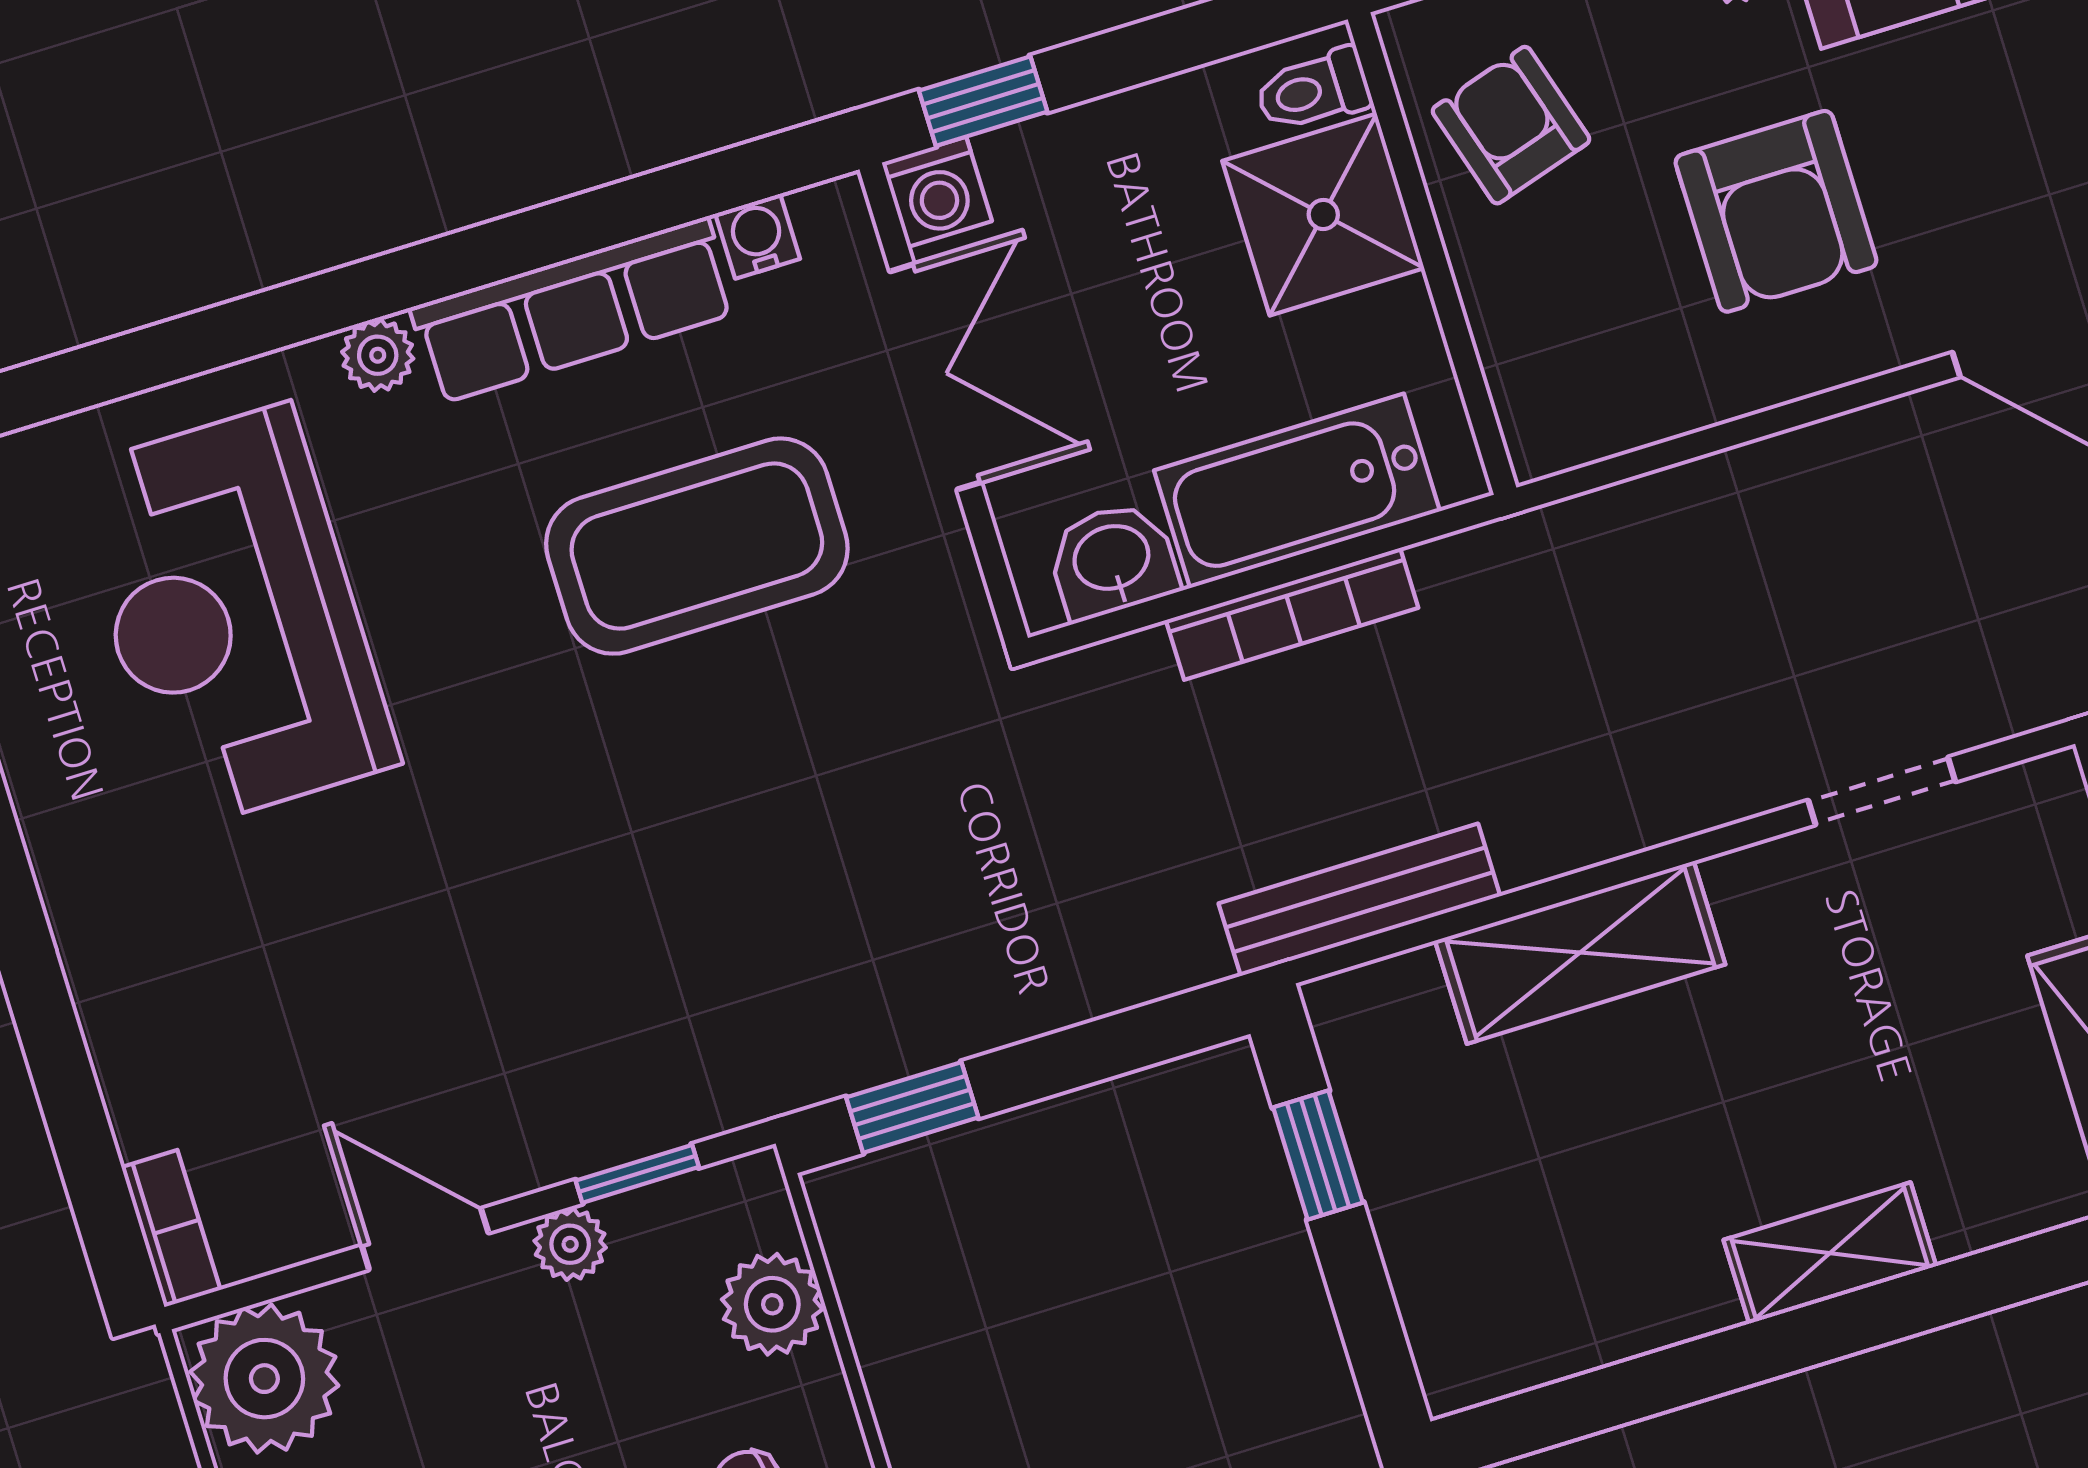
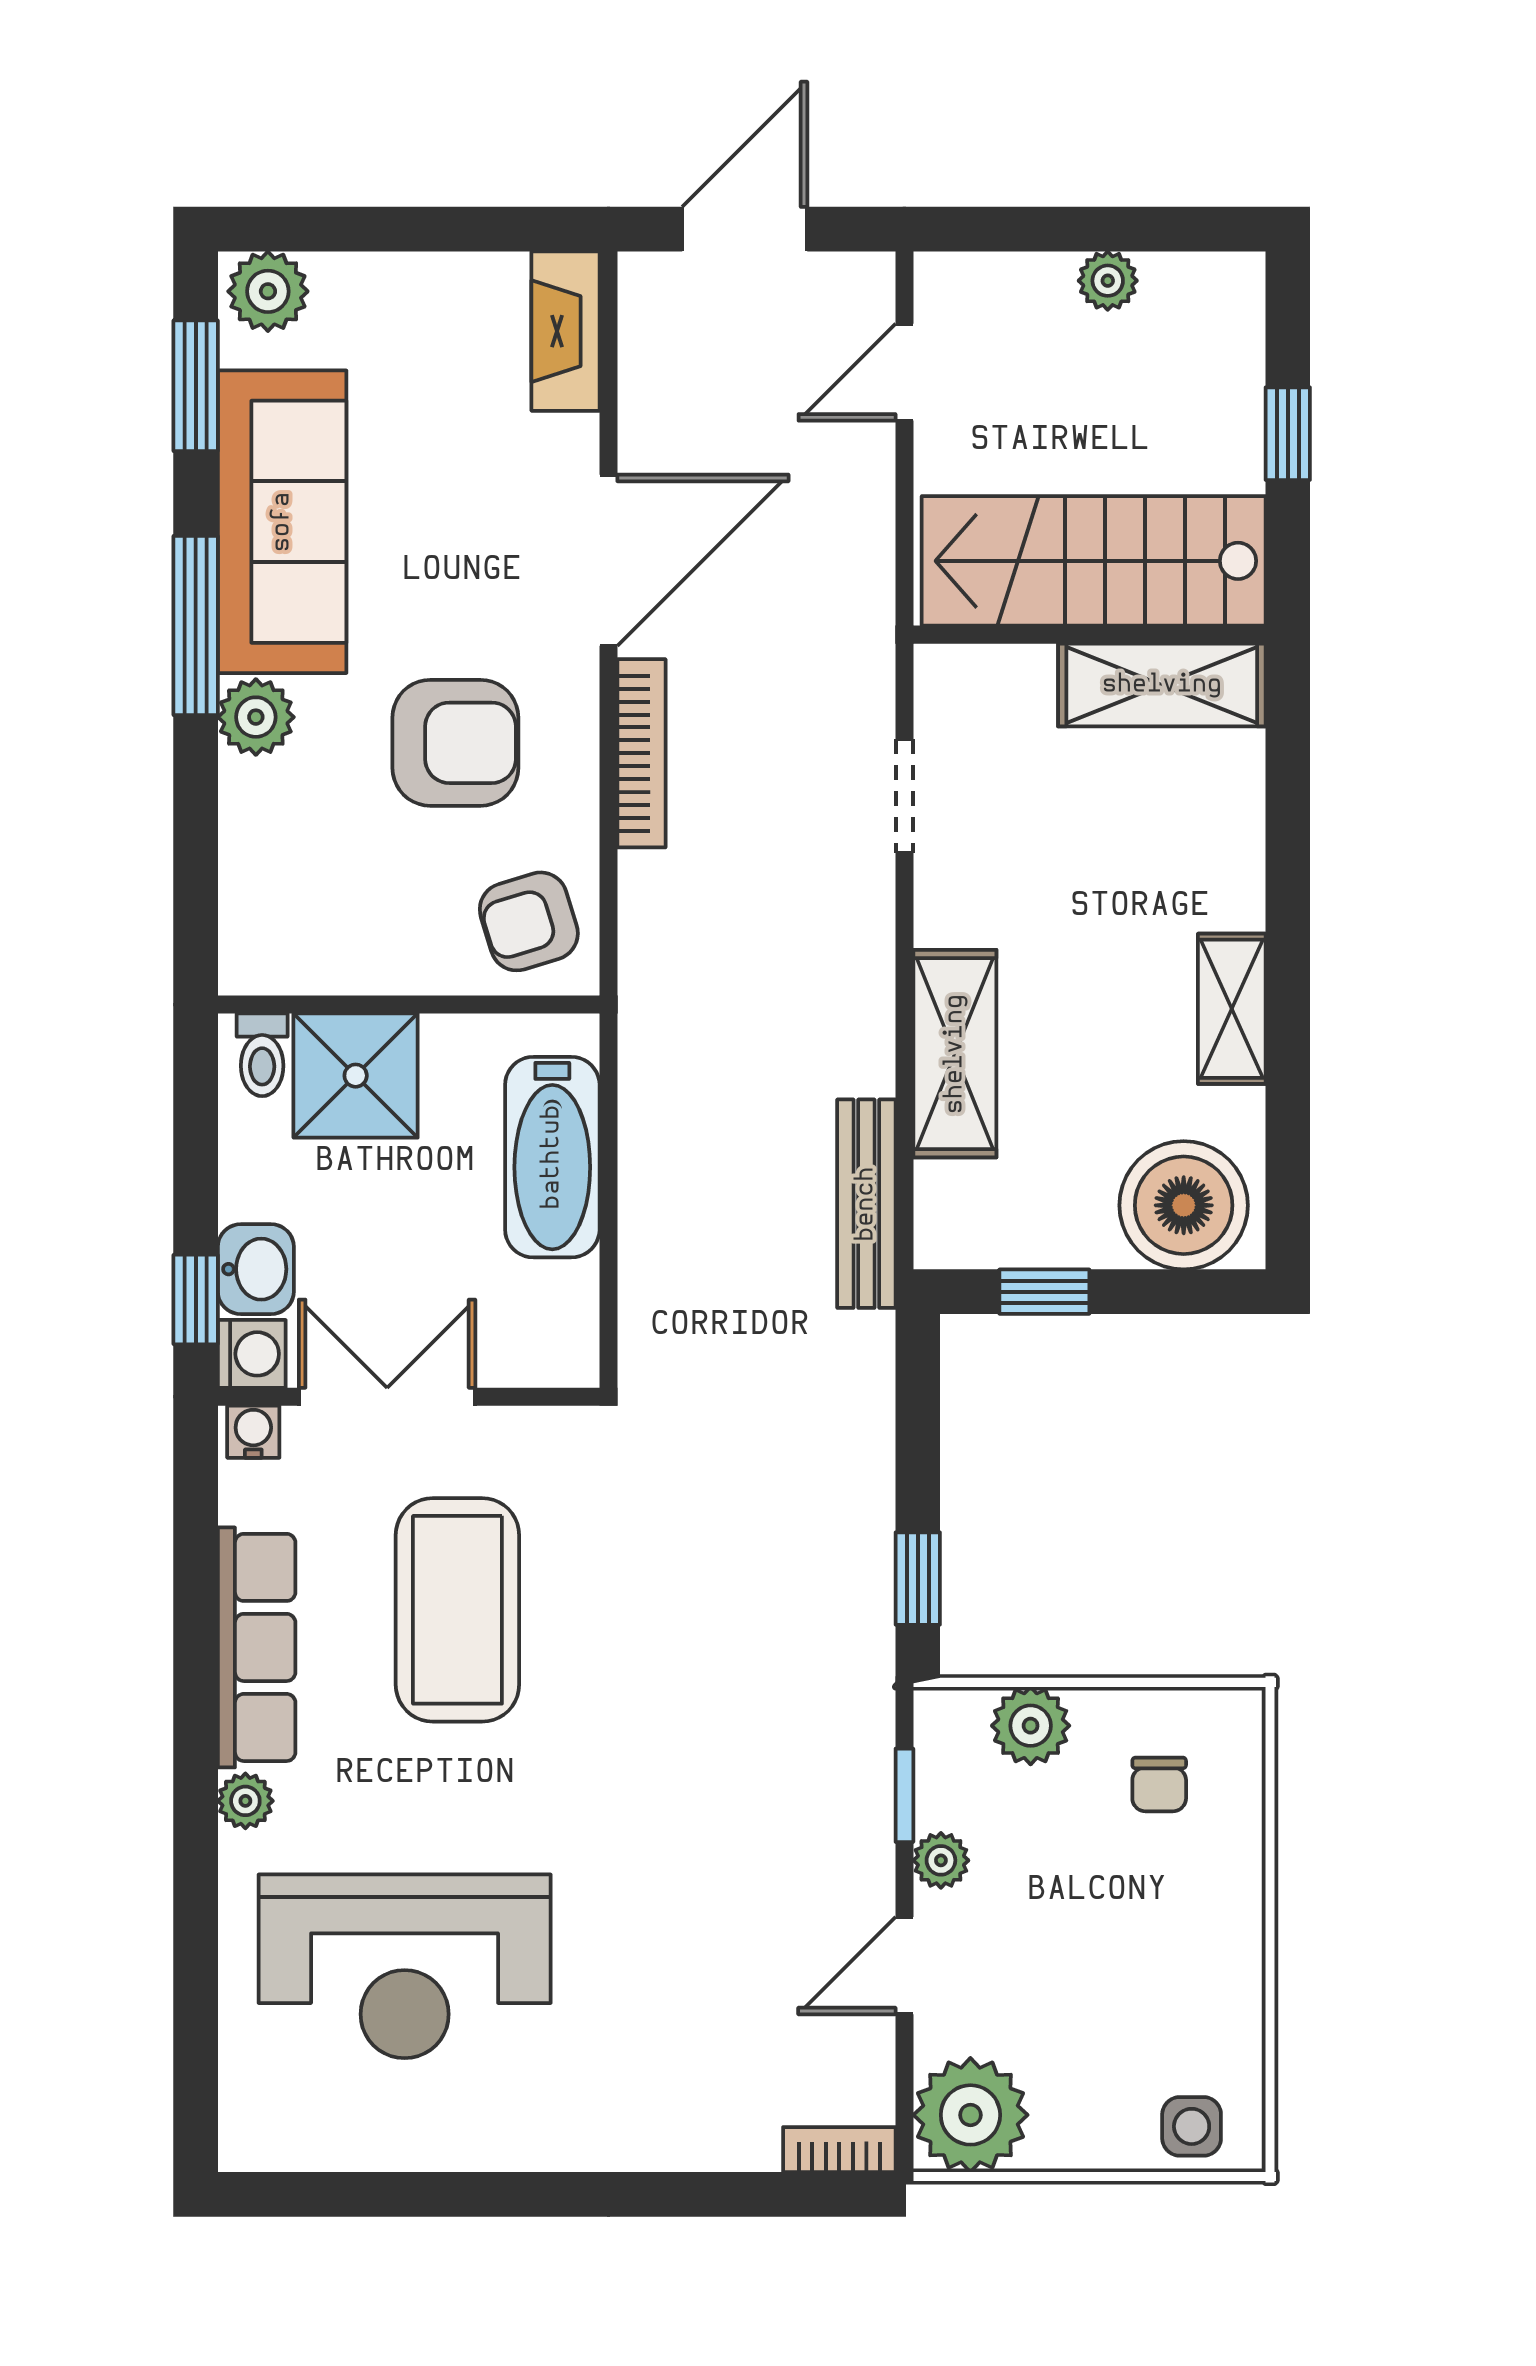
armchair: (1511, 125) -> (529, 921), moved
water cooler: (758, 236) -> (253, 1432), moved, turned 90
washbasin: (1112, 560) -> (256, 1269), moved, turned 180
bookcase: (1292, 614) -> (641, 753), moved
shelving: (1830, 1253) -> (1232, 1009), moved
boiler: (1479, 1296) -> (1184, 1205), added

